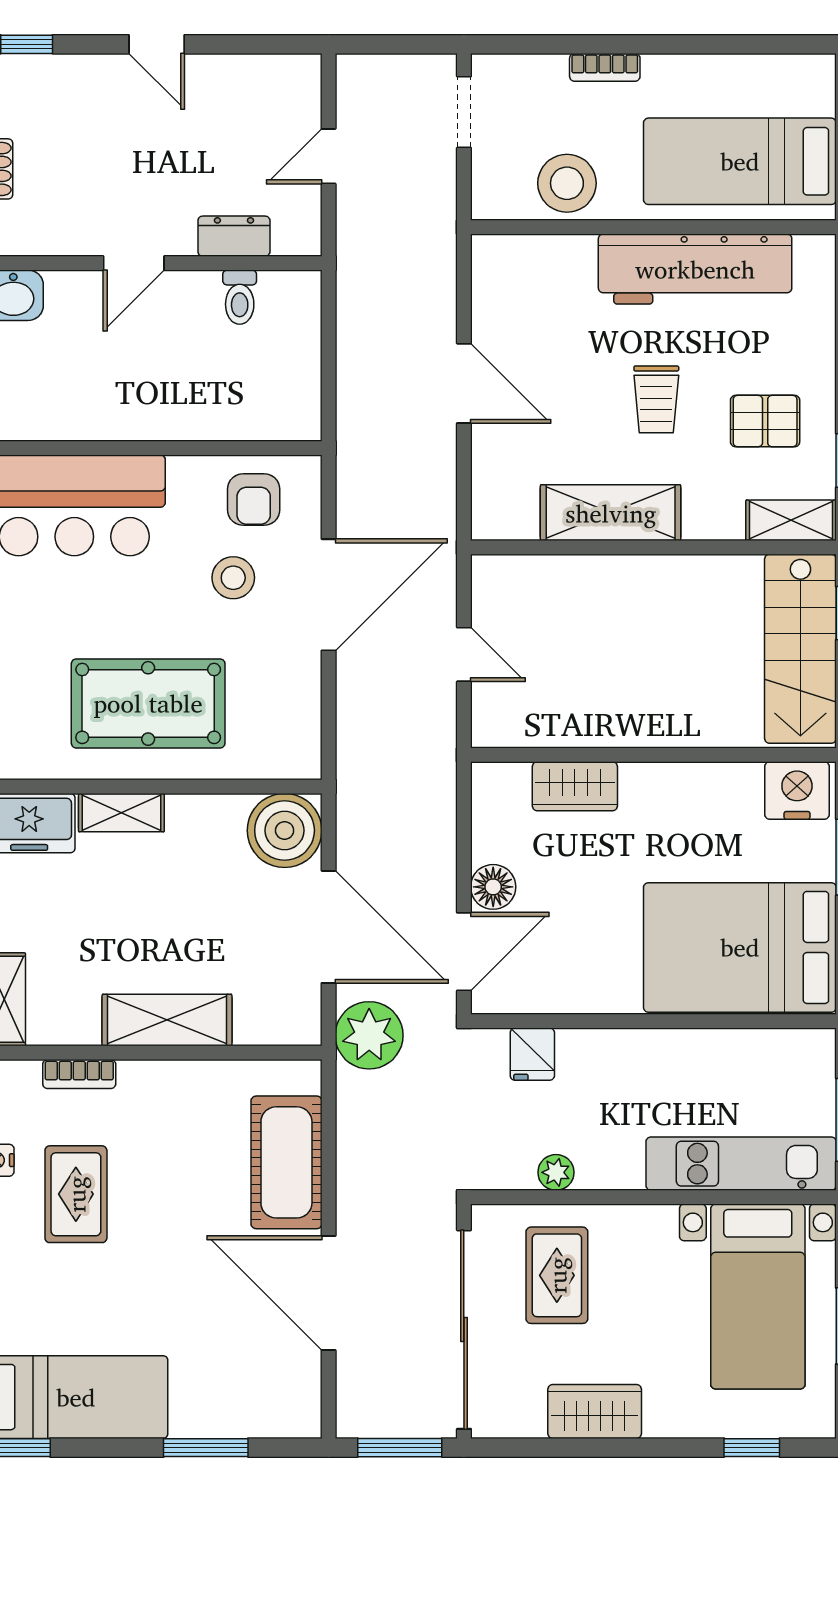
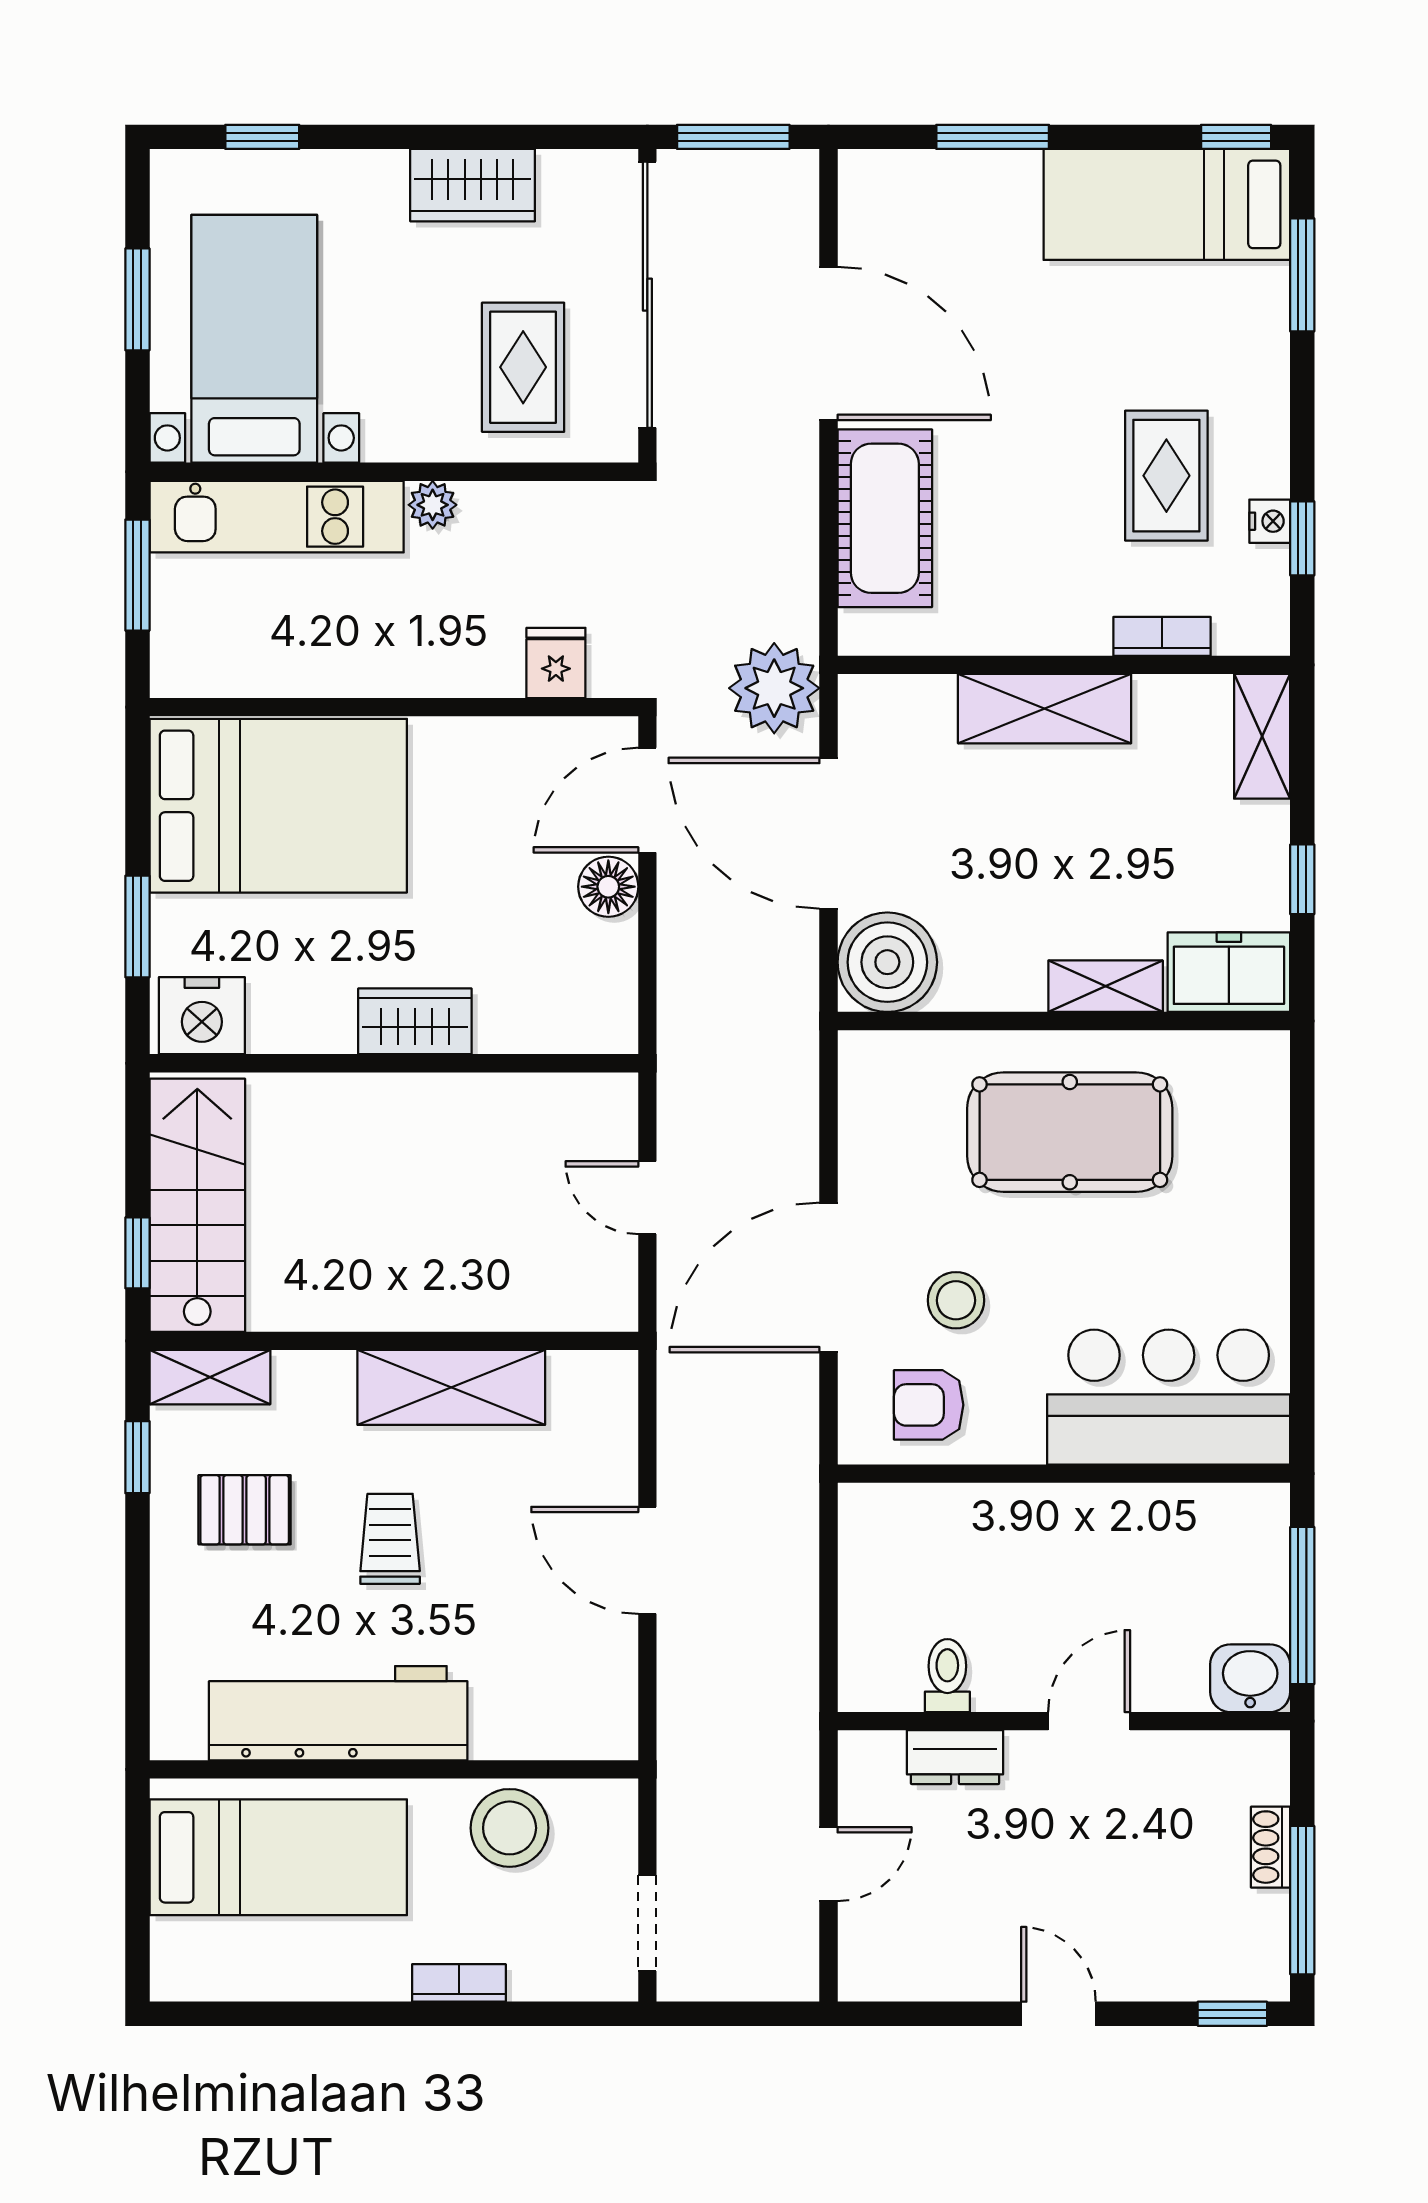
armchair: (254, 500) -> (929, 1405), turned -90
wardrobe: (575, 786) -> (415, 1021), moved
plant: (556, 1172) -> (433, 505), moved

